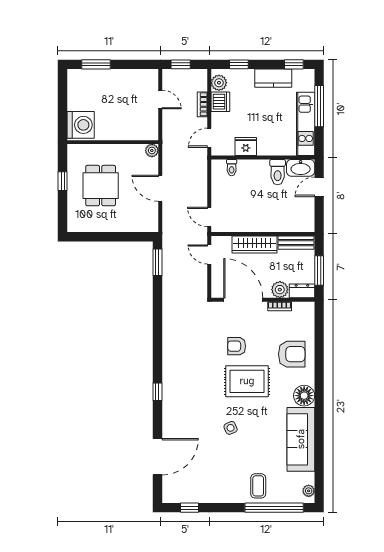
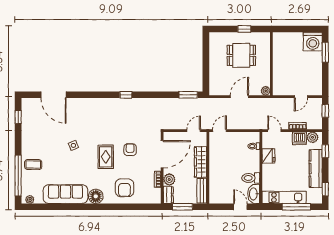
kitchen counter: (273, 78) -> (316, 169), width x1.50
washing machine: (81, 125) -> (313, 42), moved
rug: (247, 381) -> (106, 157), width x0.73, depth x0.70
window: (157, 392) -> (126, 95), moved

